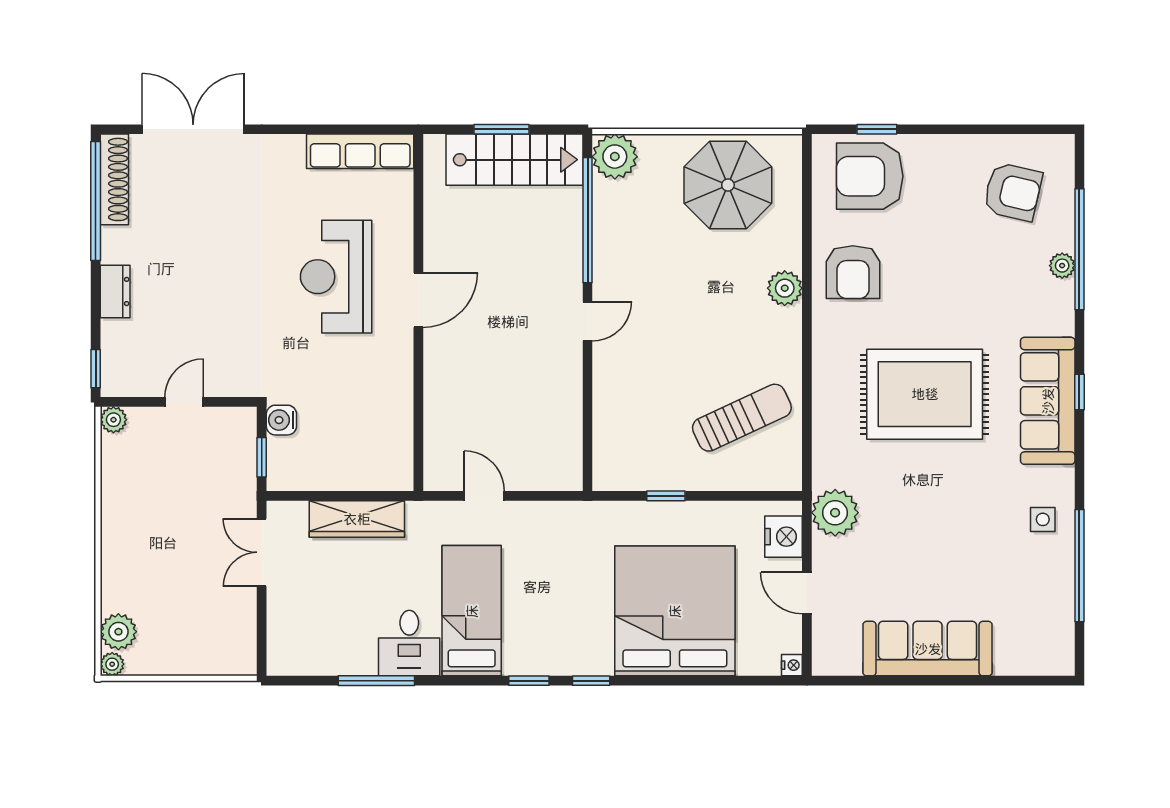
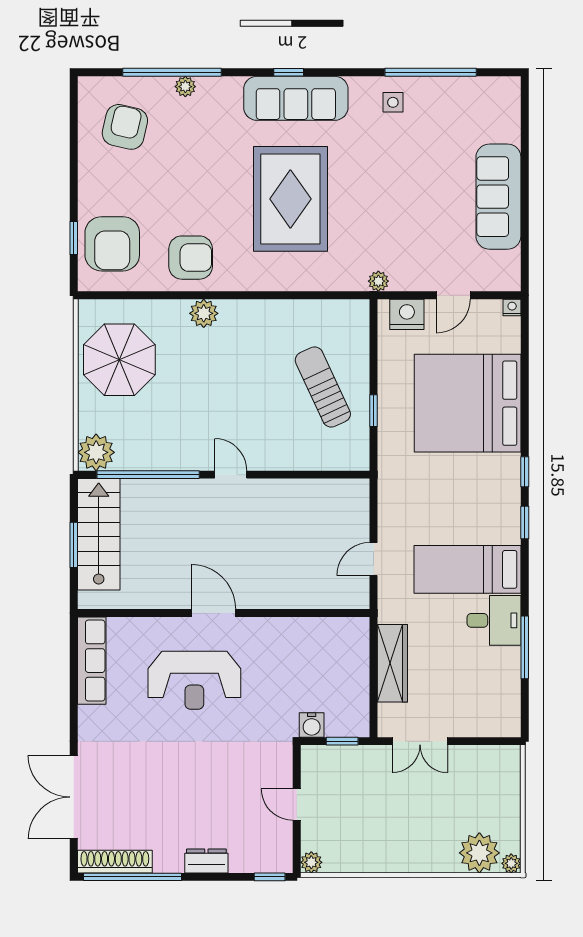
sun lounger: (742, 418) -> (323, 387), moved
plant: (835, 513) -> (378, 281), width x0.53, depth x0.53
plant: (118, 632) -> (479, 853), width x1.36, depth x1.36

